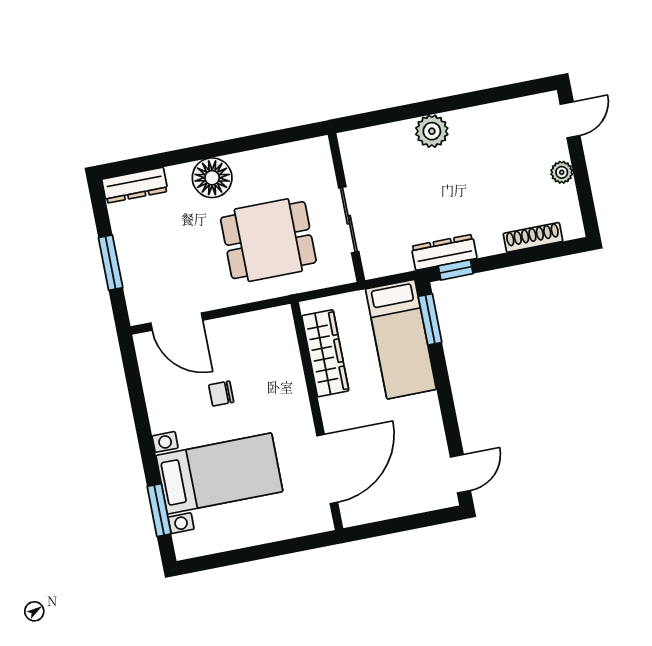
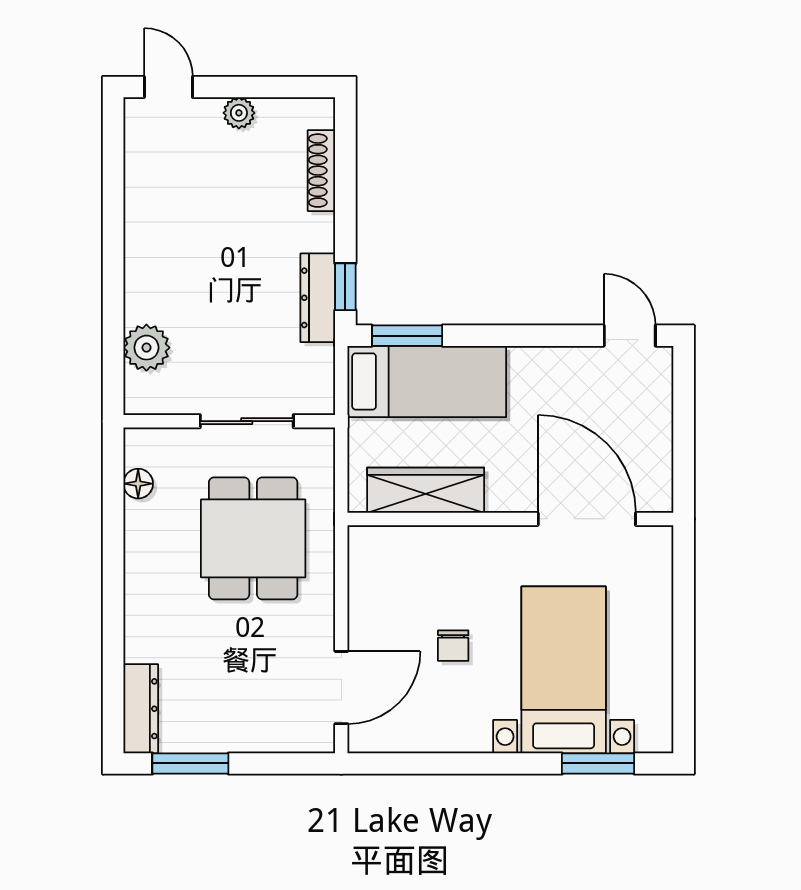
plant: (432, 131) -> (146, 348), moved
floor lamp: (212, 178) -> (138, 484), moved, width x0.53, depth x0.53
window: (111, 263) -> (190, 763), moved

